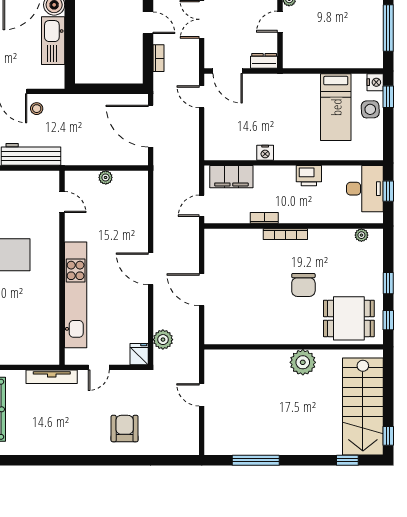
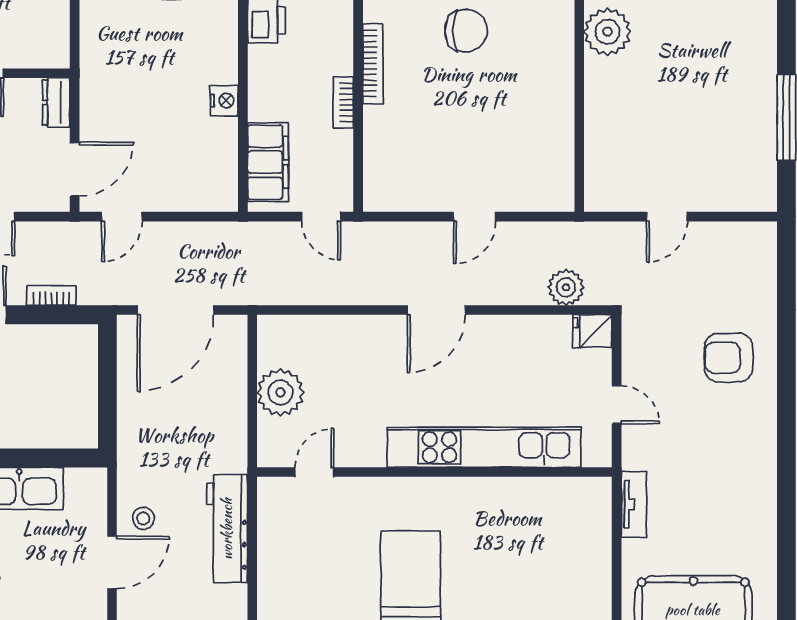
plant: (106, 177) -> (280, 392), width x1.88, depth x1.88
door: (202, 290) -> (475, 217), width x0.73
tv unit: (52, 377) -> (634, 504), width x0.71

